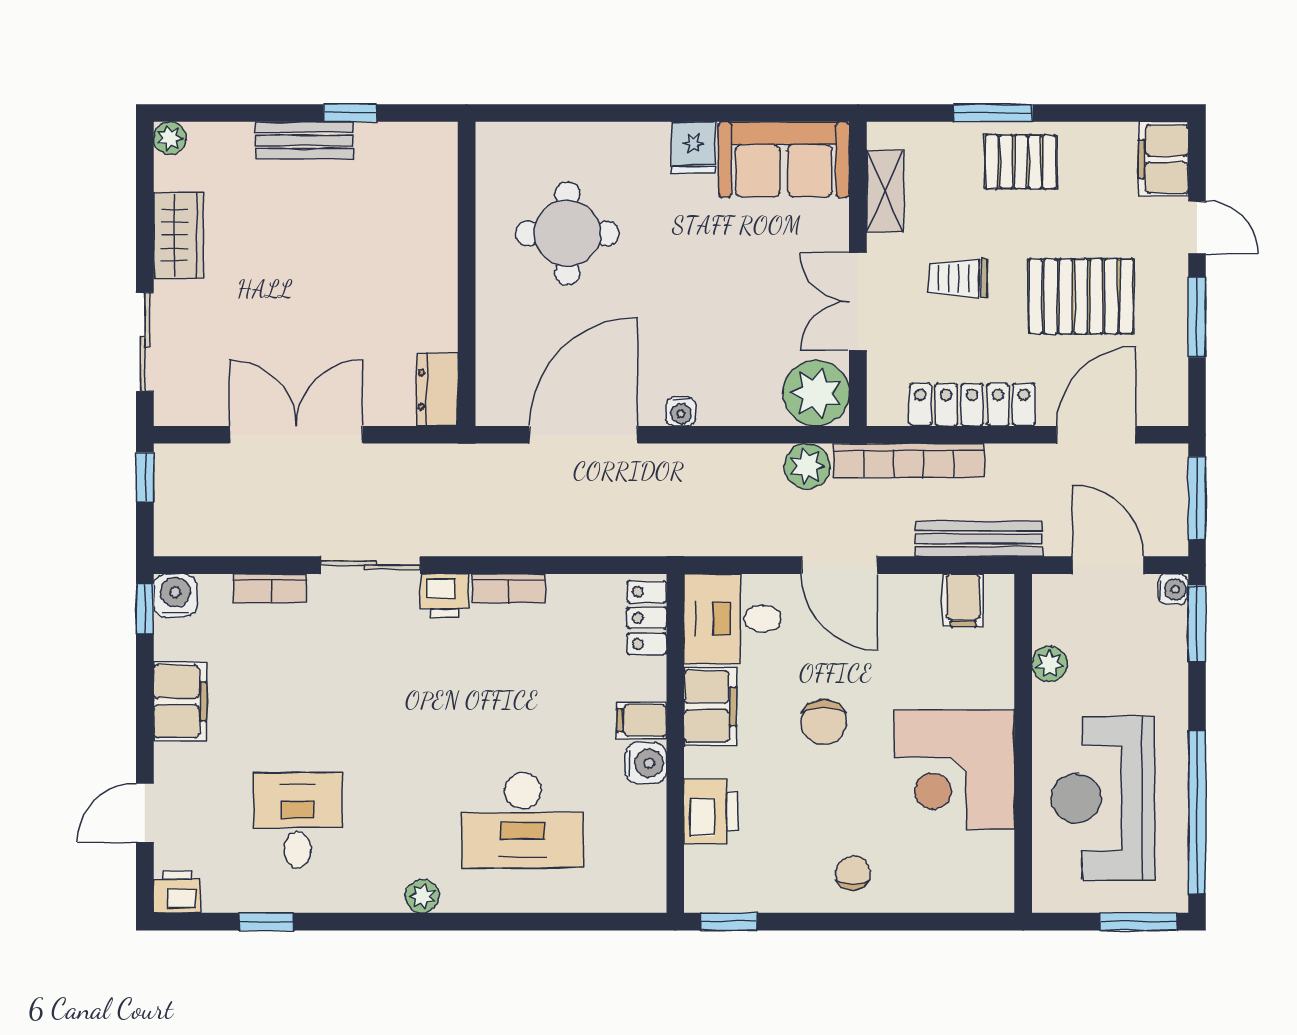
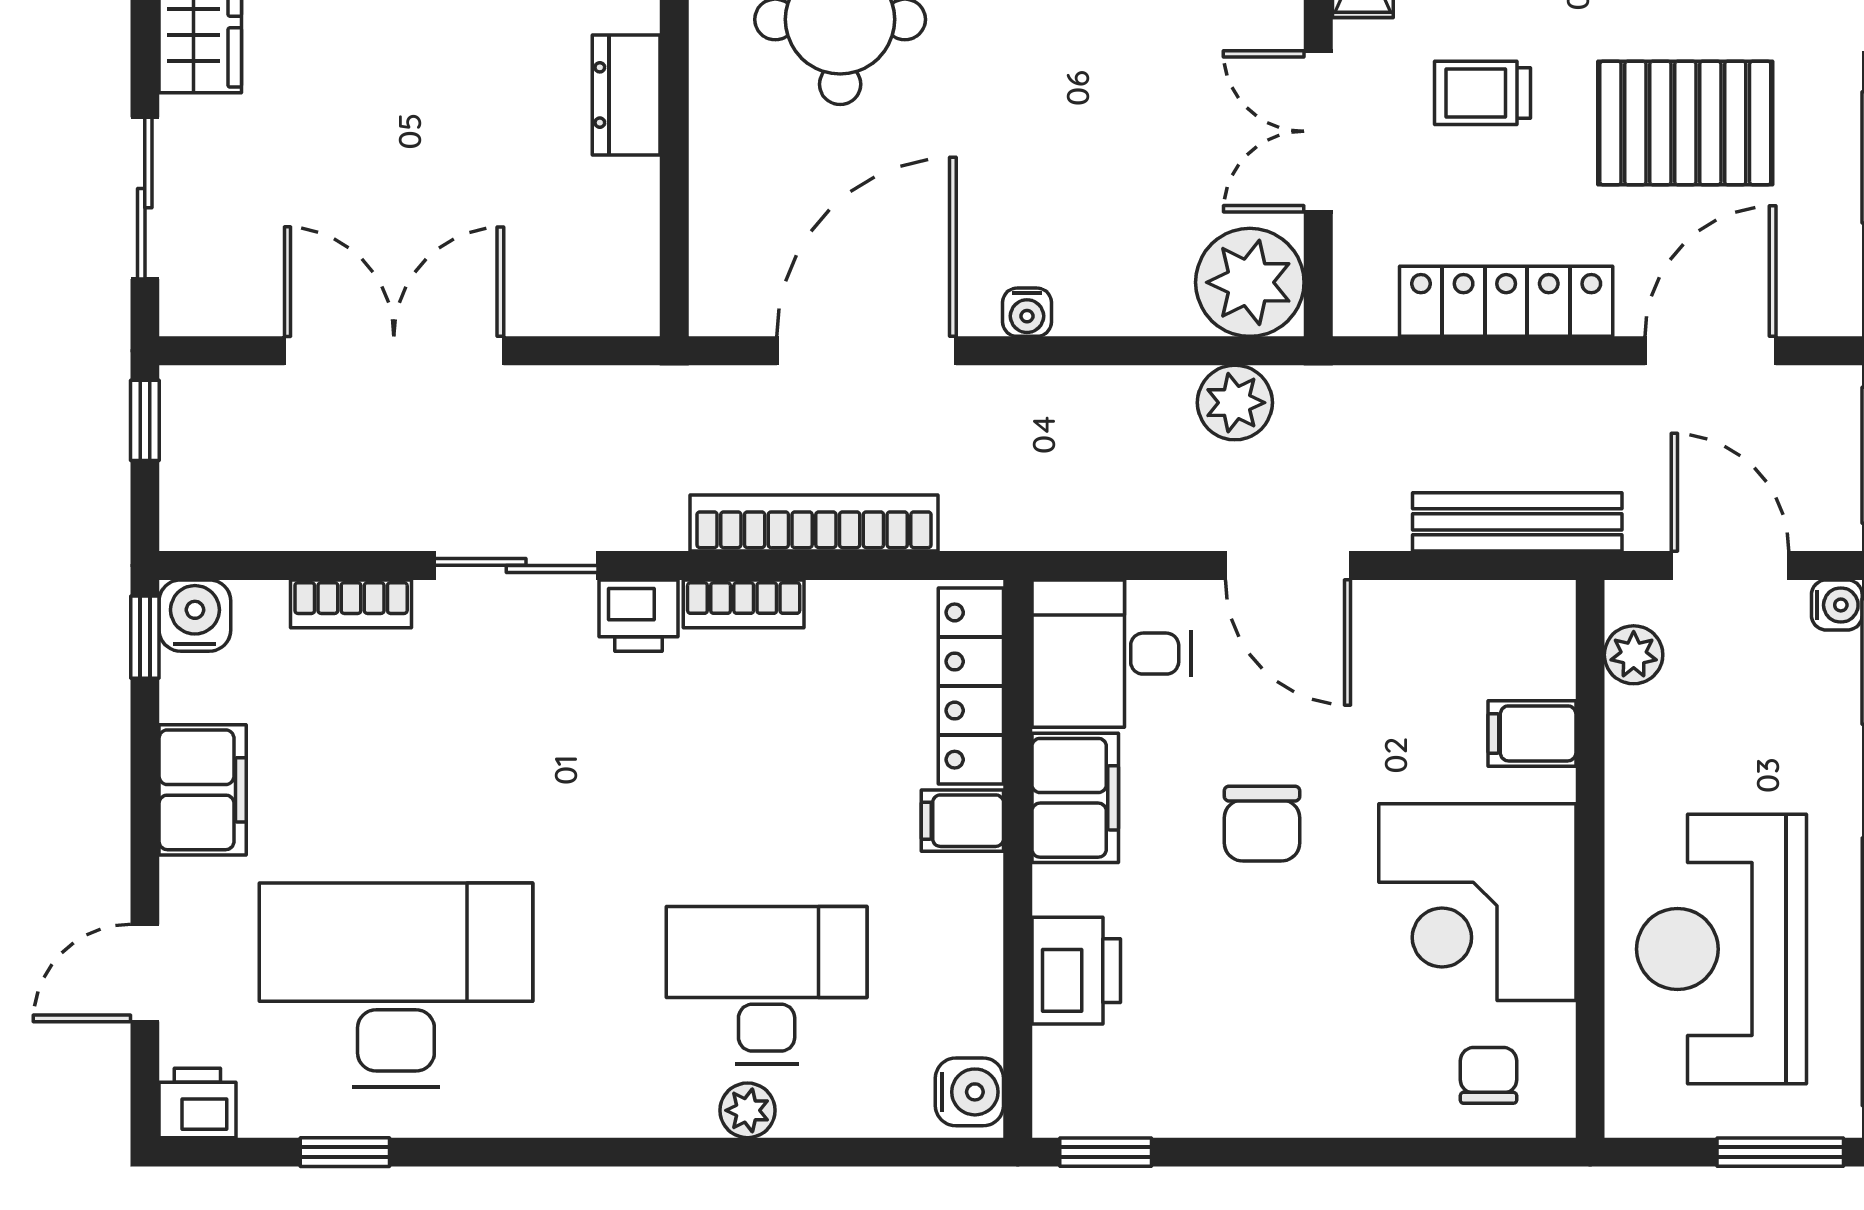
dresser: (437, 390) -> (626, 95), moved
bookcase: (909, 461) -> (814, 523), moved, turned 180
filing cabinet: (963, 601) -> (1532, 733), moved, turned 90
locker: (647, 618) -> (971, 686), width x1.53
plant: (1049, 664) -> (1634, 655), moved
water cooler: (646, 763) -> (969, 1092), moved
desk: (297, 820) -> (396, 985), width x1.87, depth x1.30
desk: (523, 820) -> (767, 985), turned 180
chair: (853, 873) -> (1488, 1075), moved
plant: (422, 896) -> (748, 1110), moved

